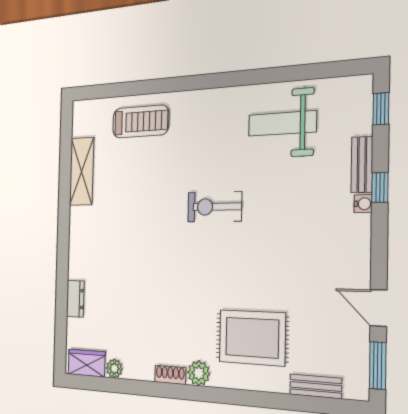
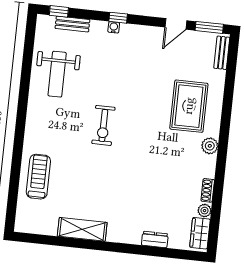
bench: (362, 165) -> (72, 24), moved
shelving: (82, 171) -> (82, 229), moved
window: (380, 187) -> (118, 18), moved
shoe rack: (170, 375) -> (208, 190), moved
bench: (316, 386) -> (222, 53), moved

